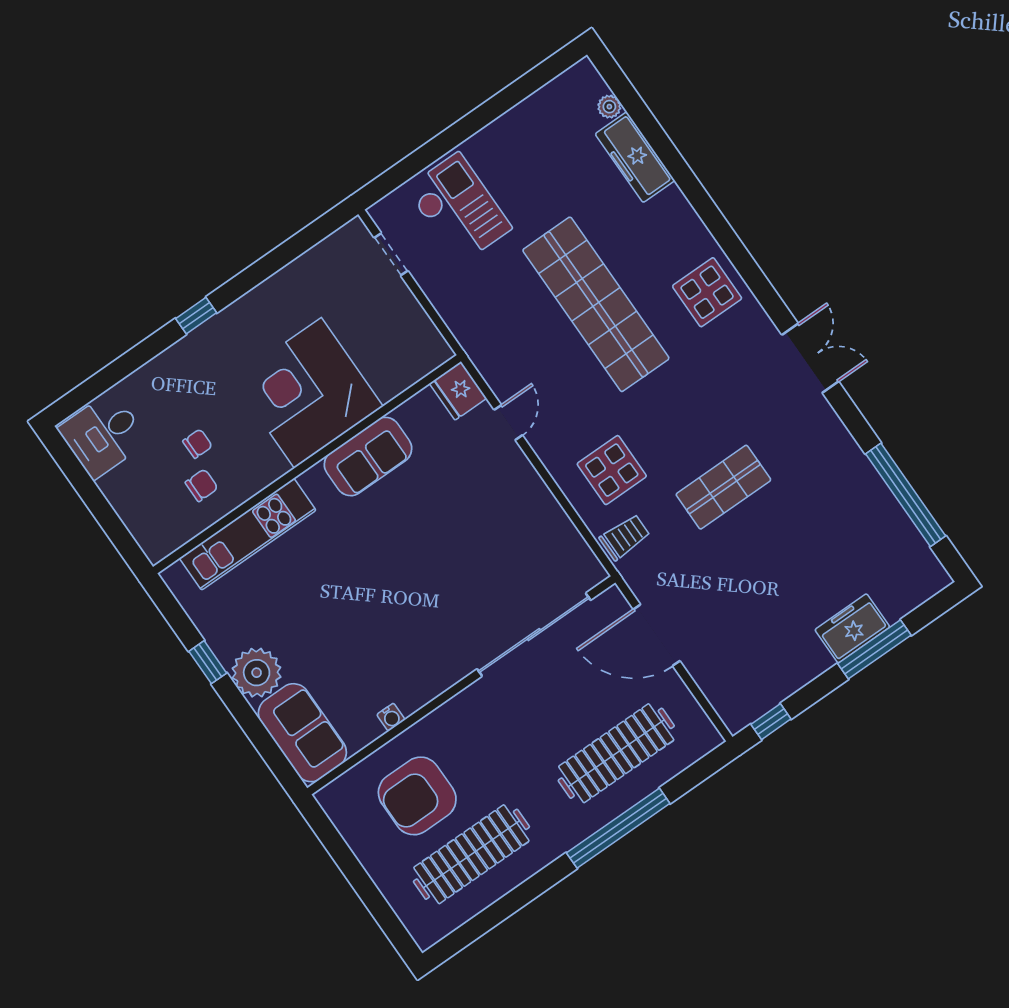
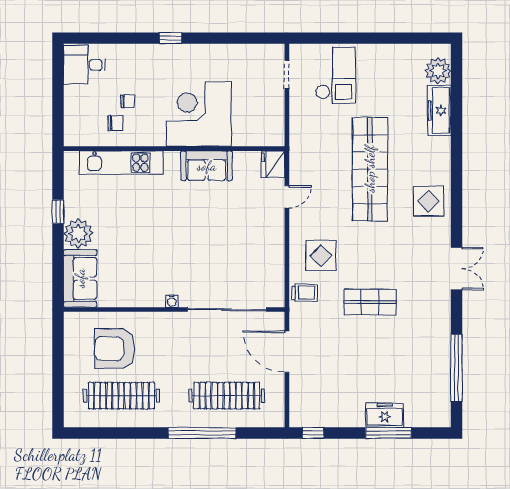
plant: (609, 107) -> (438, 71), width x1.87, depth x1.87
water cooler: (391, 717) -> (172, 301), moved

